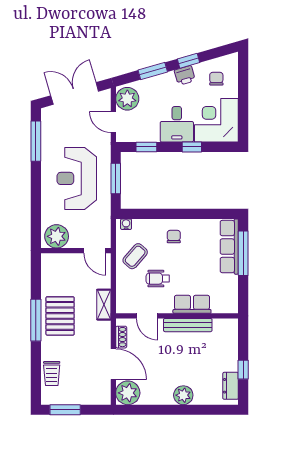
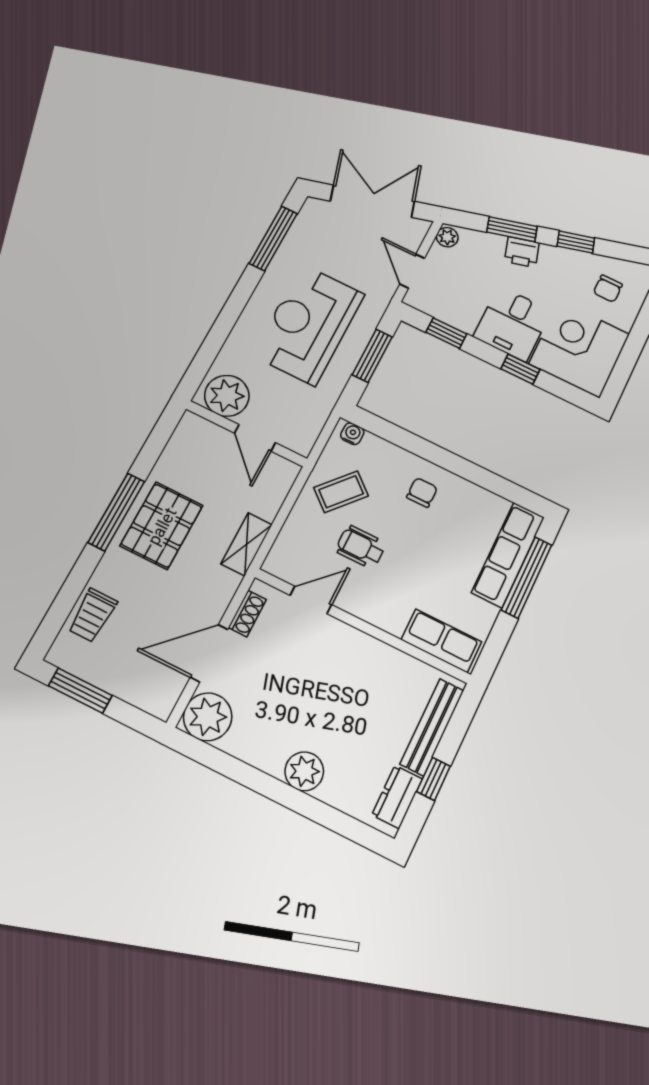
printer: (185, 75) -> (522, 252), moved
chair: (216, 79) -> (608, 289), turned 180
plant: (127, 99) -> (447, 237), width x0.53, depth x0.53
door: (95, 251) -> (255, 438), moved
row of seats: (192, 304) -> (441, 641), moved
door: (147, 316) -> (311, 600), swing flipped
bench: (188, 325) -> (432, 727), moved, turned 90
door: (113, 364) -> (209, 653), swing flipped

